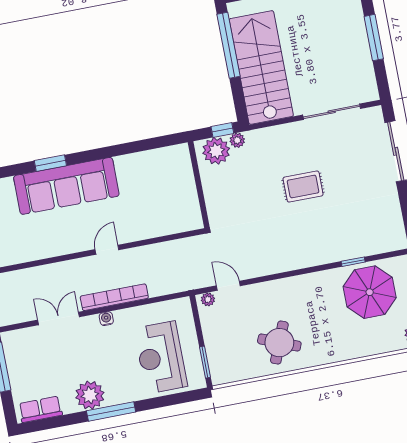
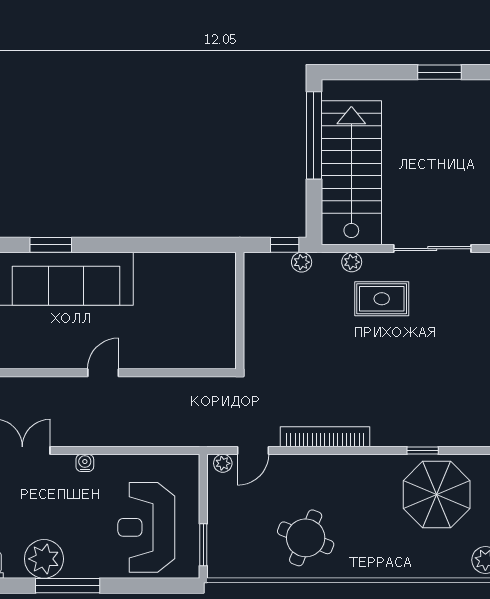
plant: (216, 151) -> (352, 262), moved, width x0.53, depth x0.53
rug: (303, 186) -> (382, 299), moved
door: (228, 286) -> (253, 451), swing flipped
bookcase: (114, 297) -> (325, 437), moved

